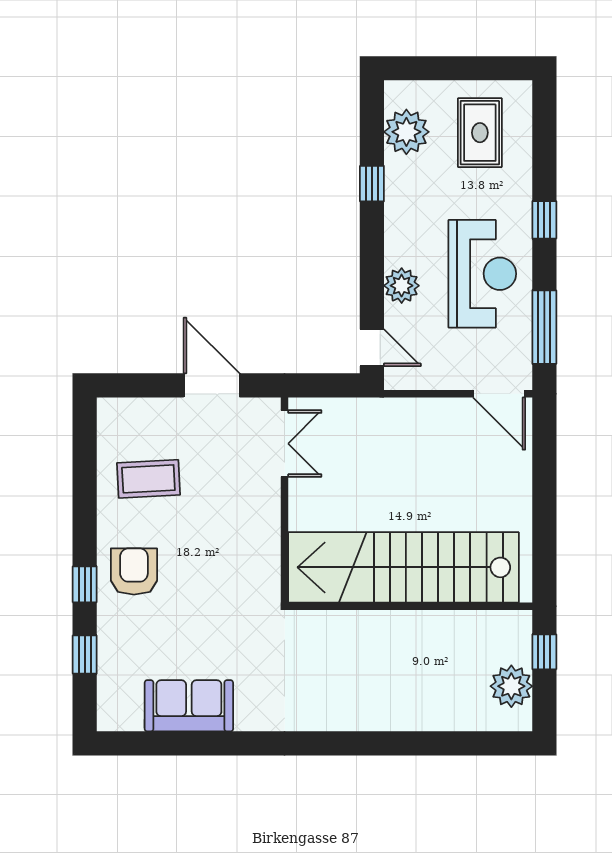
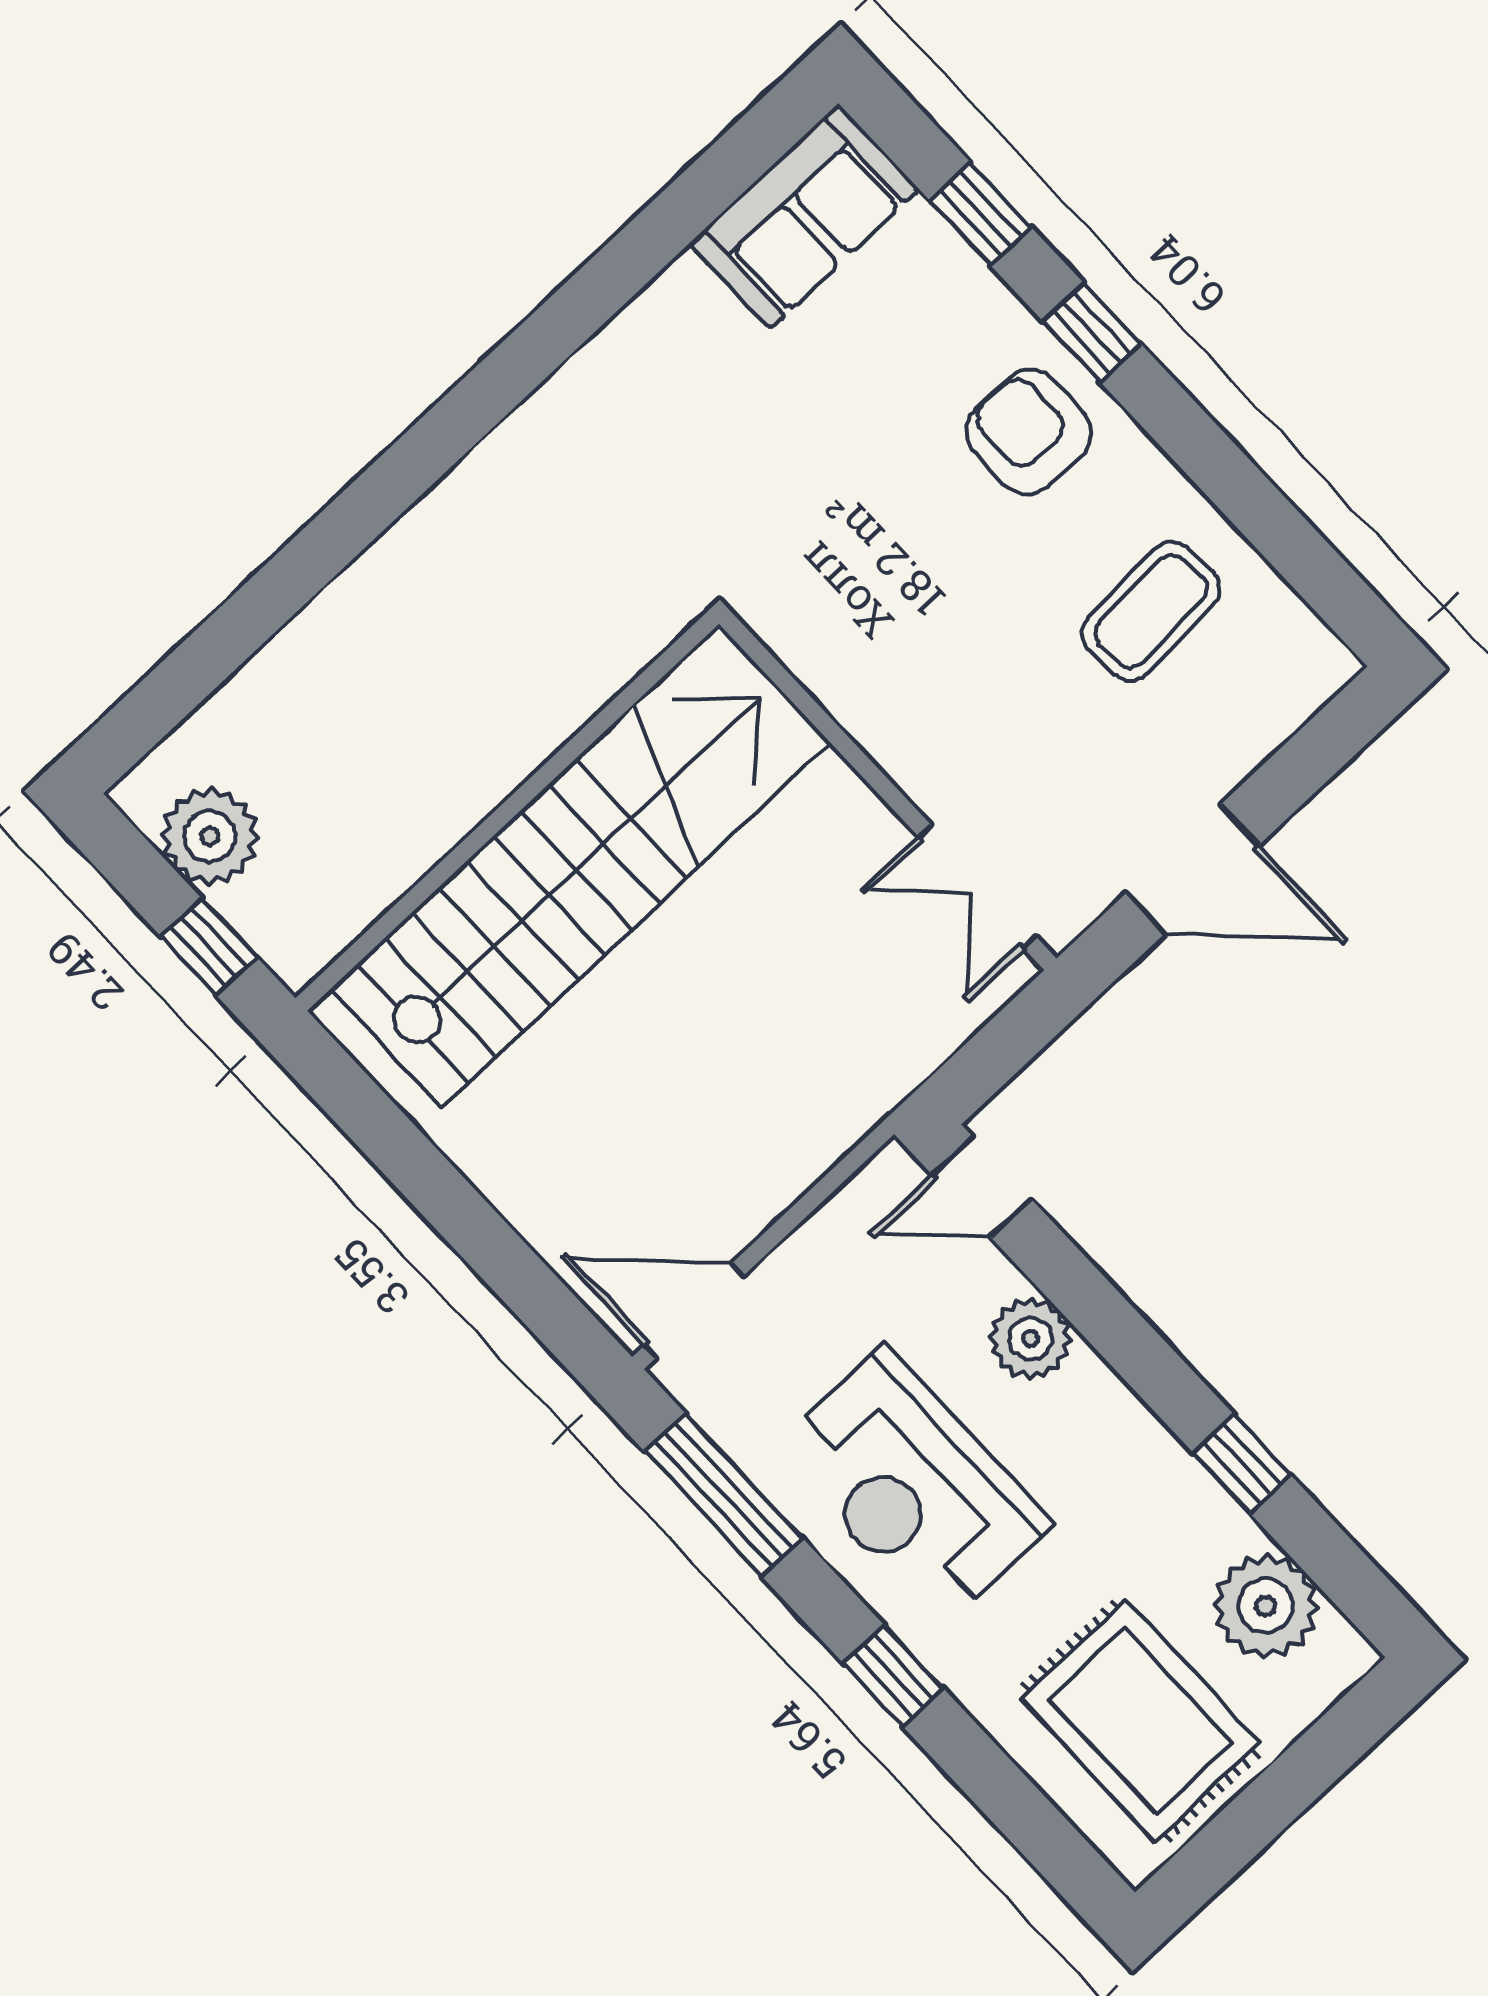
rug: (480, 133) -> (1140, 1721), width x1.36, depth x1.43
armchair: (134, 571) -> (1029, 432), turned 180
sofa: (189, 706) -> (804, 216), moved

